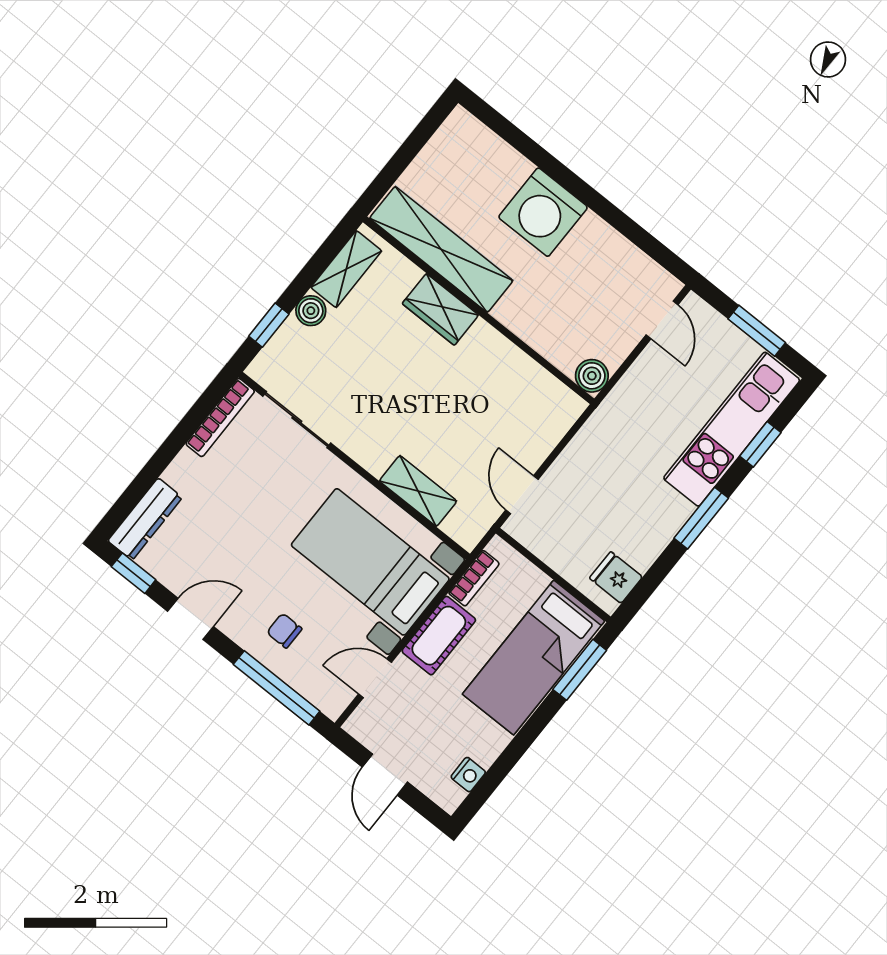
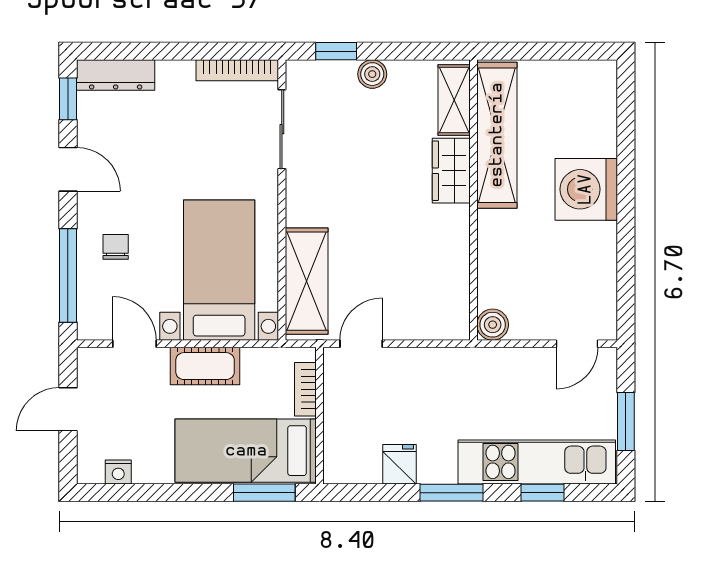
shelving: (346, 269) -> (454, 100), moved, turned 90
shelving: (418, 491) -> (307, 281), width x1.50, depth x1.33
fridge: (616, 577) -> (399, 464), moved
bookcase: (474, 578) -> (305, 389), moved, turned 90

